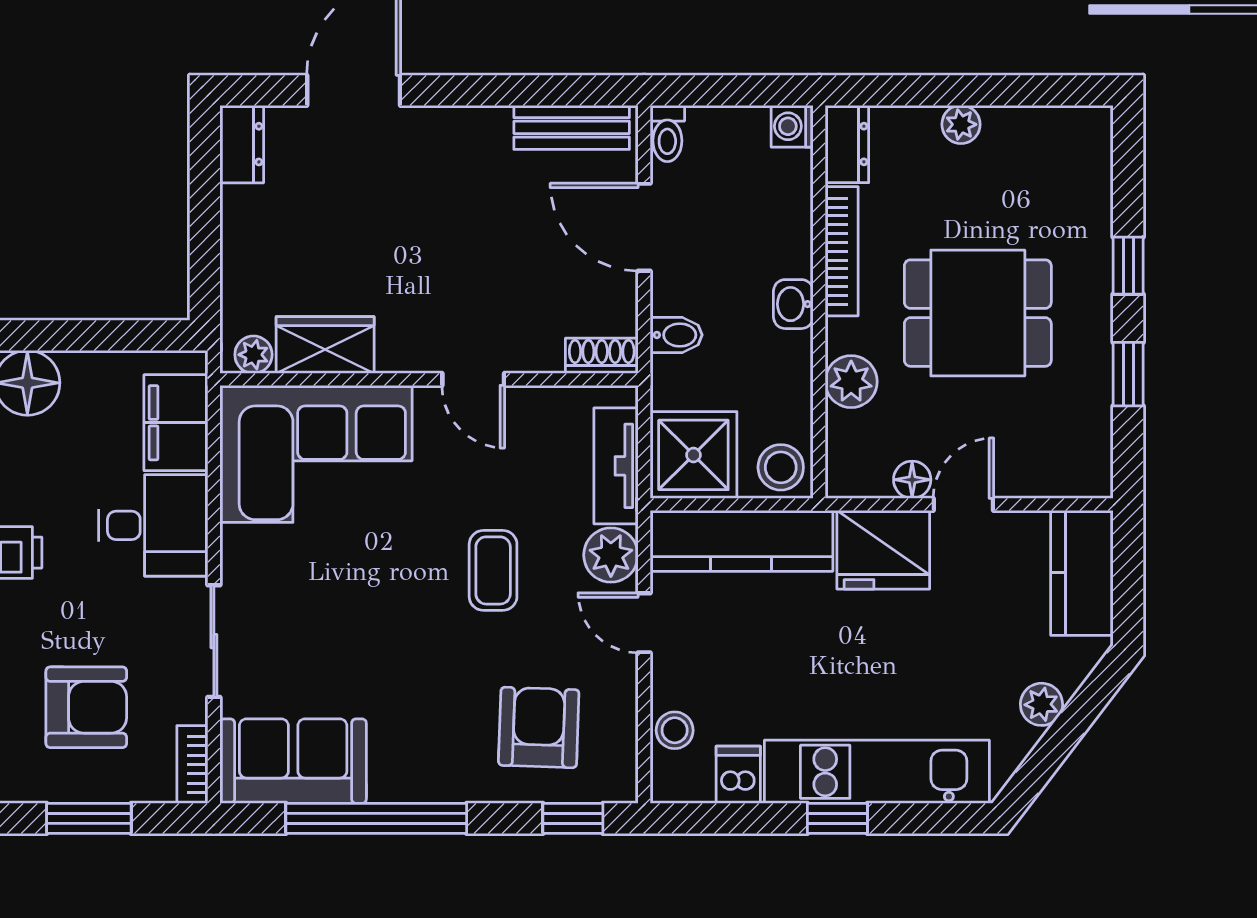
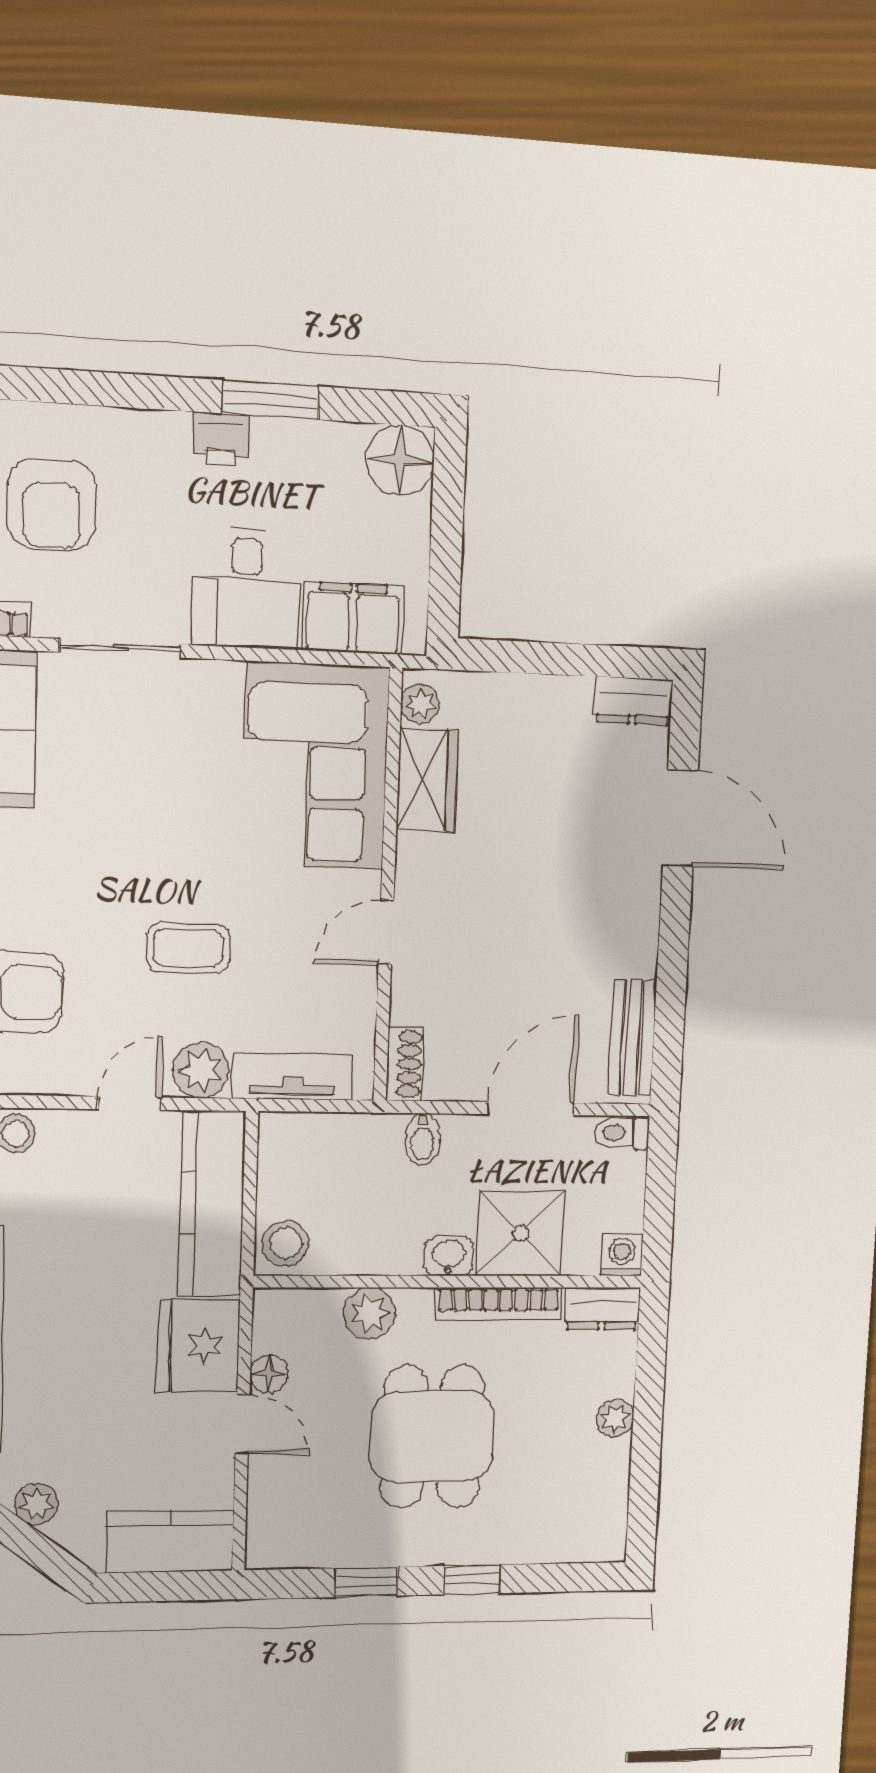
shower: (693, 455) -> (520, 1233), moved

